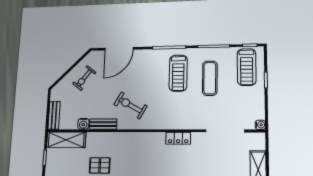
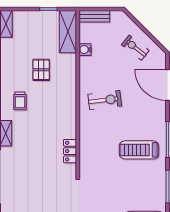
exercise mat: (210, 78) -> (133, 183), removed
exercise bike: (130, 105) -> (105, 100), turned 54
bench: (103, 124) -> (85, 71), removed

